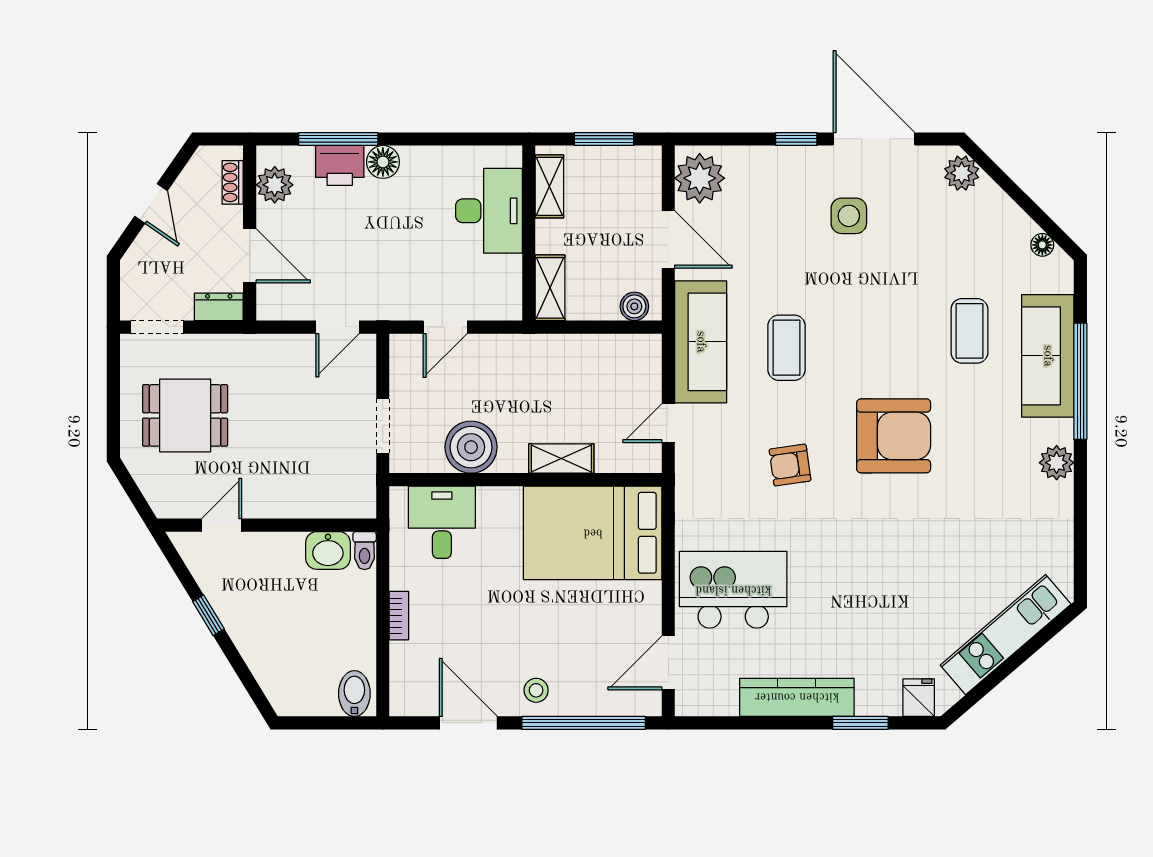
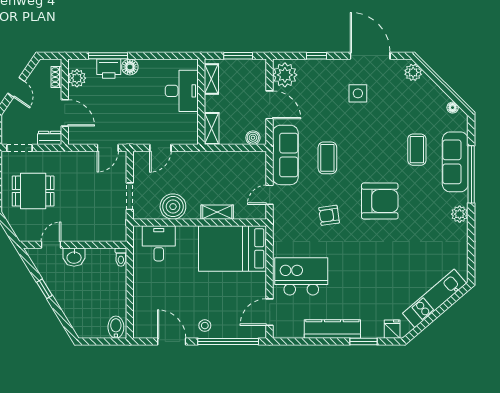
window: (796, 139) -> (317, 56), moved
washbasin: (328, 550) -> (74, 257), moved
bookcase: (399, 616) -> (138, 289), removed

